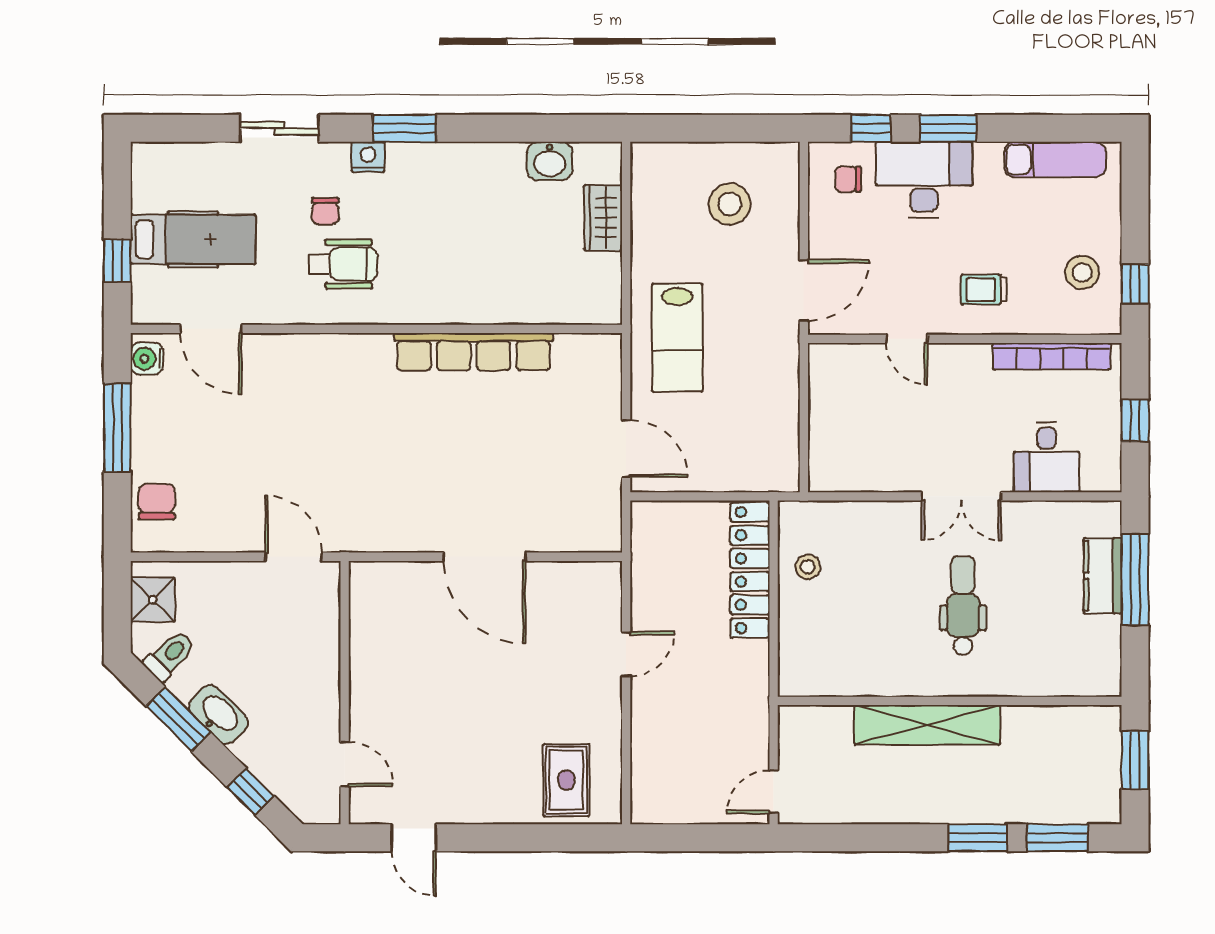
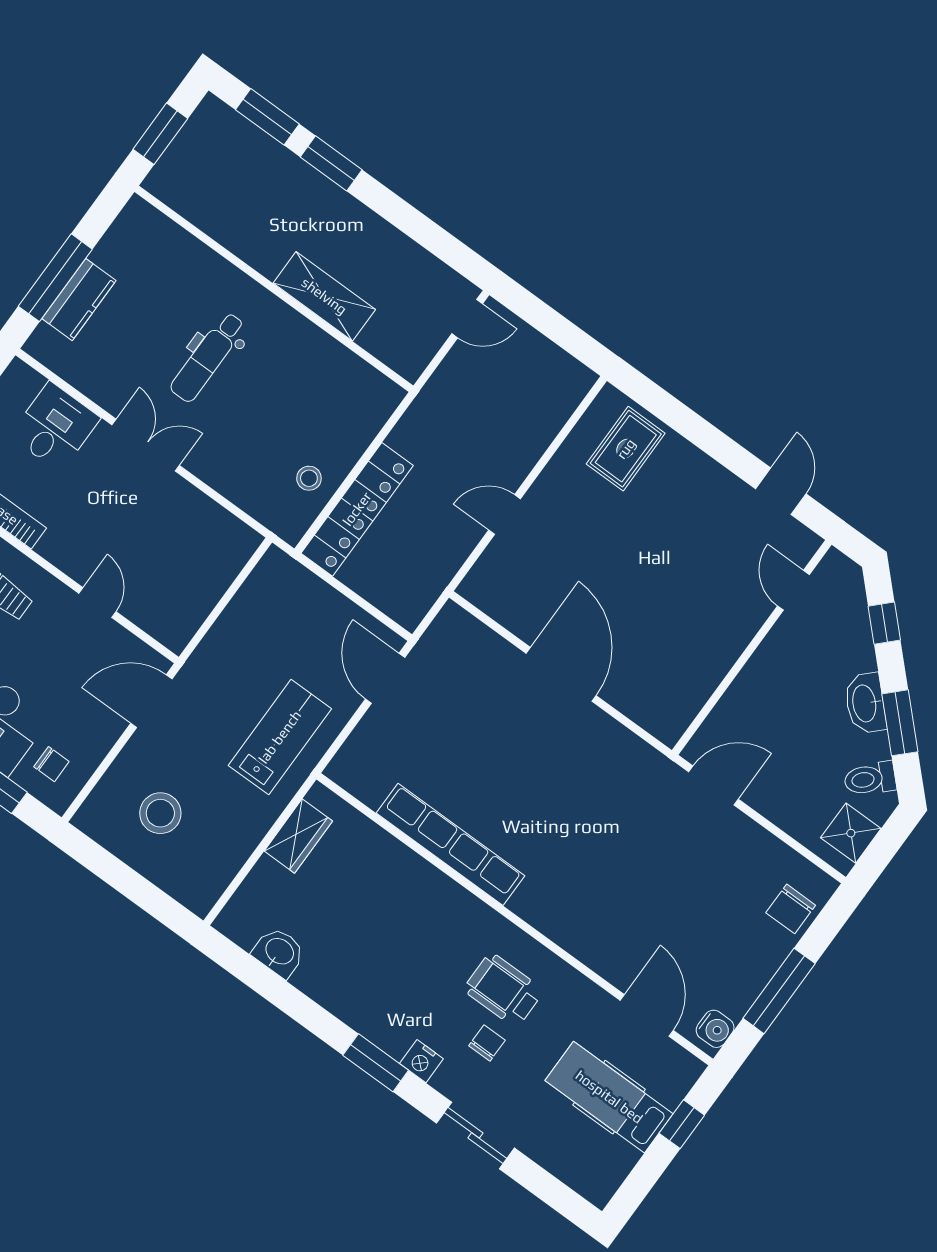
wardrobe: (603, 218) -> (298, 836), moved
door: (294, 557) -> (713, 785), swing flipped
shelving: (927, 725) -> (324, 296), width x0.68

